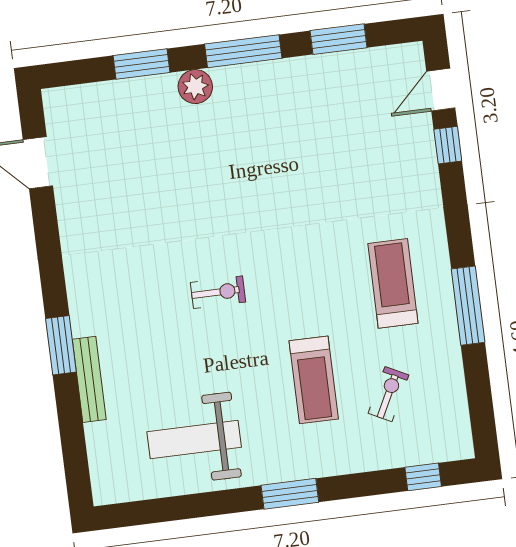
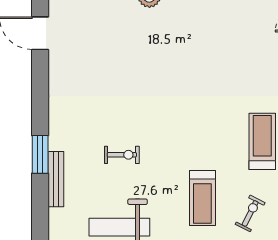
exercise bike: (218, 292) -> (122, 155), moved

